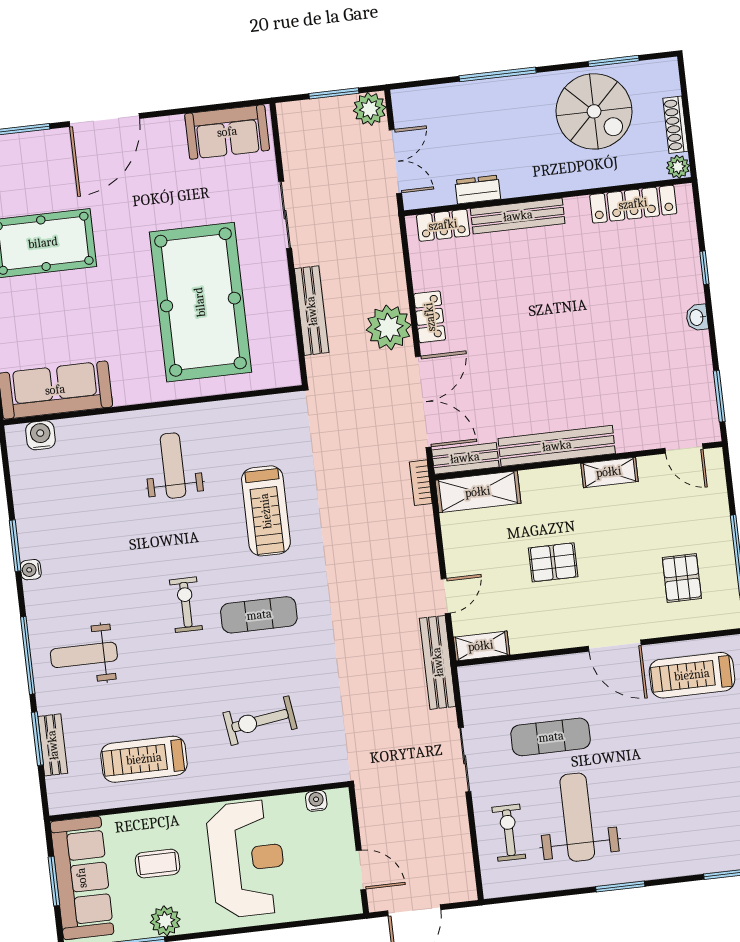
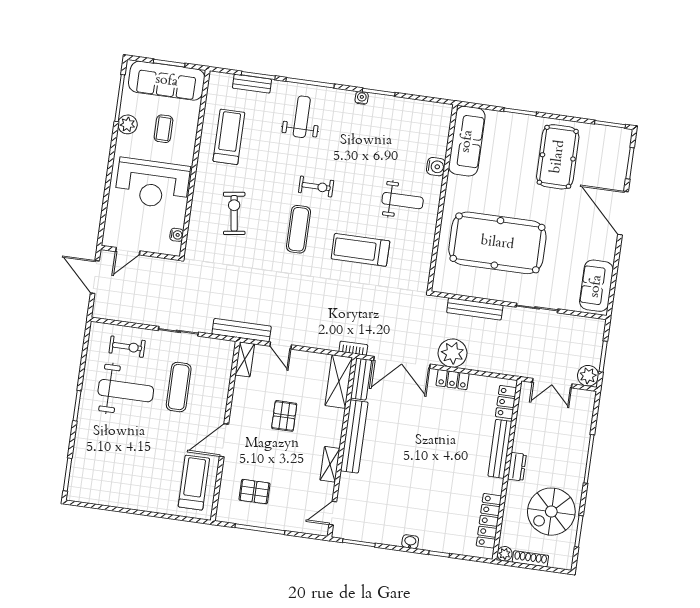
dresser: (478, 190) -> (517, 467), moved
water cooler: (40, 435) -> (436, 167), moved

